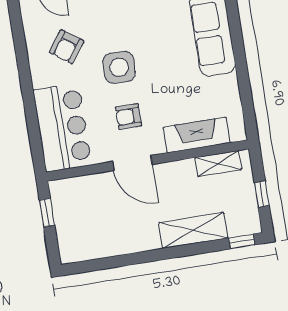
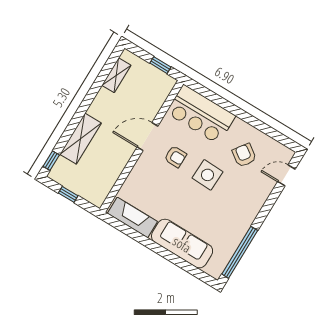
armchair: (128, 117) -> (175, 157), turned 90
fireplace: (197, 135) -> (132, 217), moved, turned -90
shelving: (218, 164) -> (116, 75), moved

